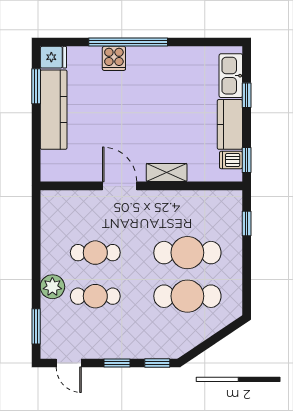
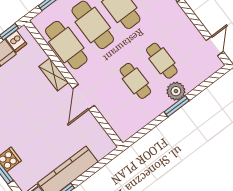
cafe table: (187, 209) -> (66, 45), added
window: (36, 326) -> (177, 106), moved
window: (117, 363) -> (192, 17), removed

